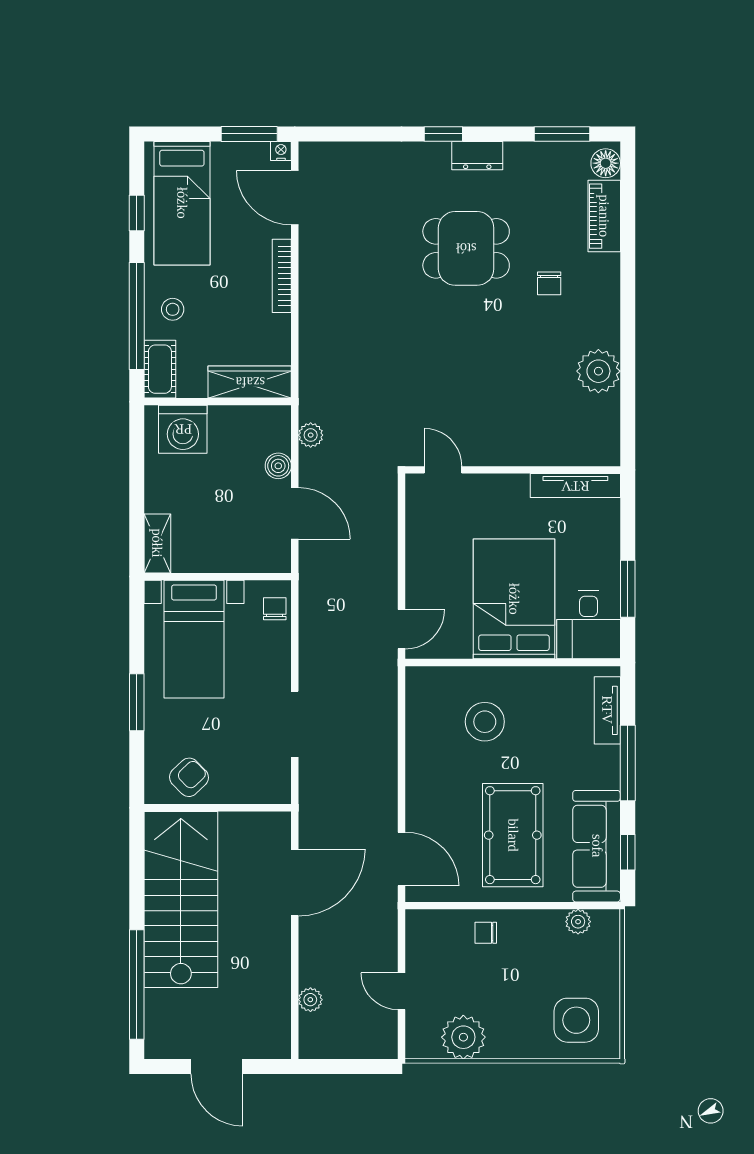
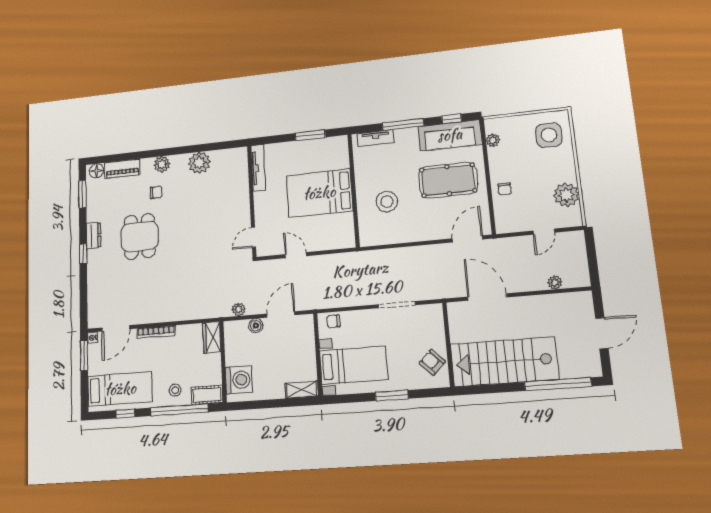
plant: (604, 297) -> (162, 164), added
wardrobe: (250, 382) -> (212, 337), width x0.67
desk: (589, 625) -> (331, 153), removed
door: (401, 629) -> (296, 255), moved

